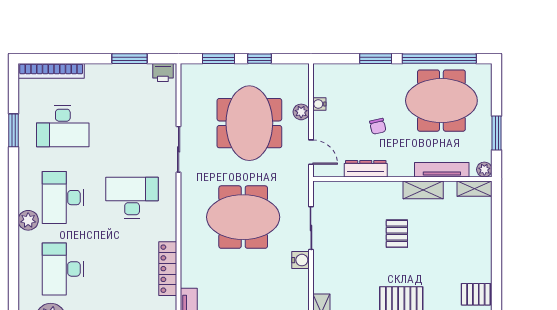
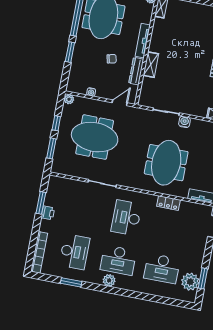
printer: (163, 73) -> (48, 213), moved
plant: (301, 112) -> (69, 99), moved
tv unit: (442, 170) -> (143, 41), moved
shelving: (423, 190) -> (151, 65), moved
meeting table: (243, 217) -> (166, 163), moved
plant: (28, 220) -> (109, 280), moved
pallet: (397, 234) -> (180, 60), removed
locker: (168, 269) -> (168, 203), width x0.66

